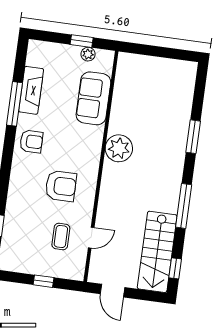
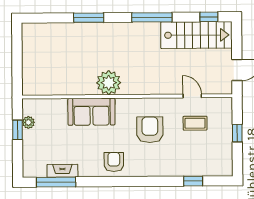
fireplace: (31, 90) -> (62, 171), width x0.73, depth x0.76
sofa: (93, 98) -> (91, 112), moved
window: (14, 104) -> (56, 182), moved

